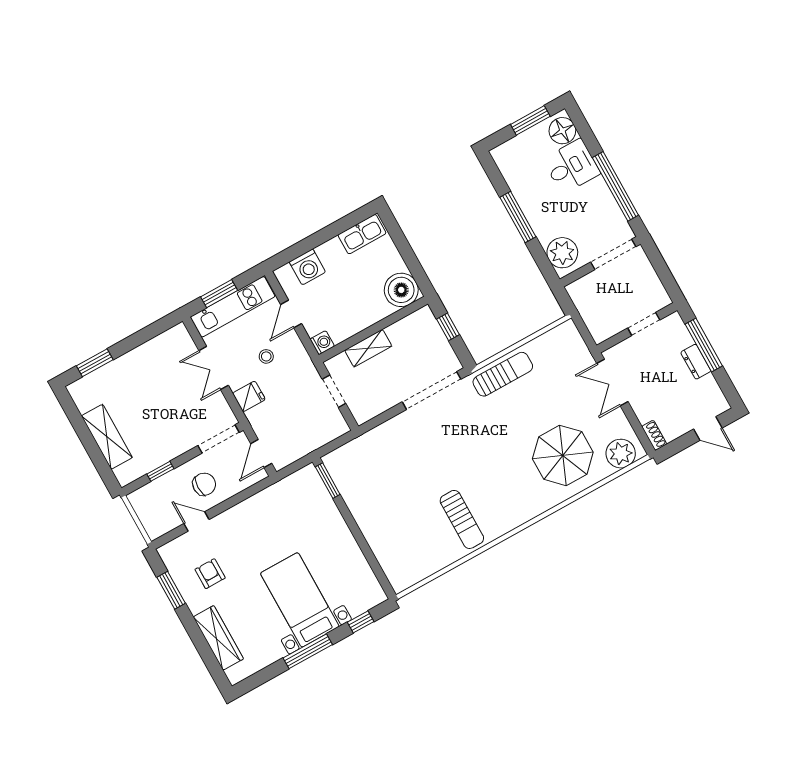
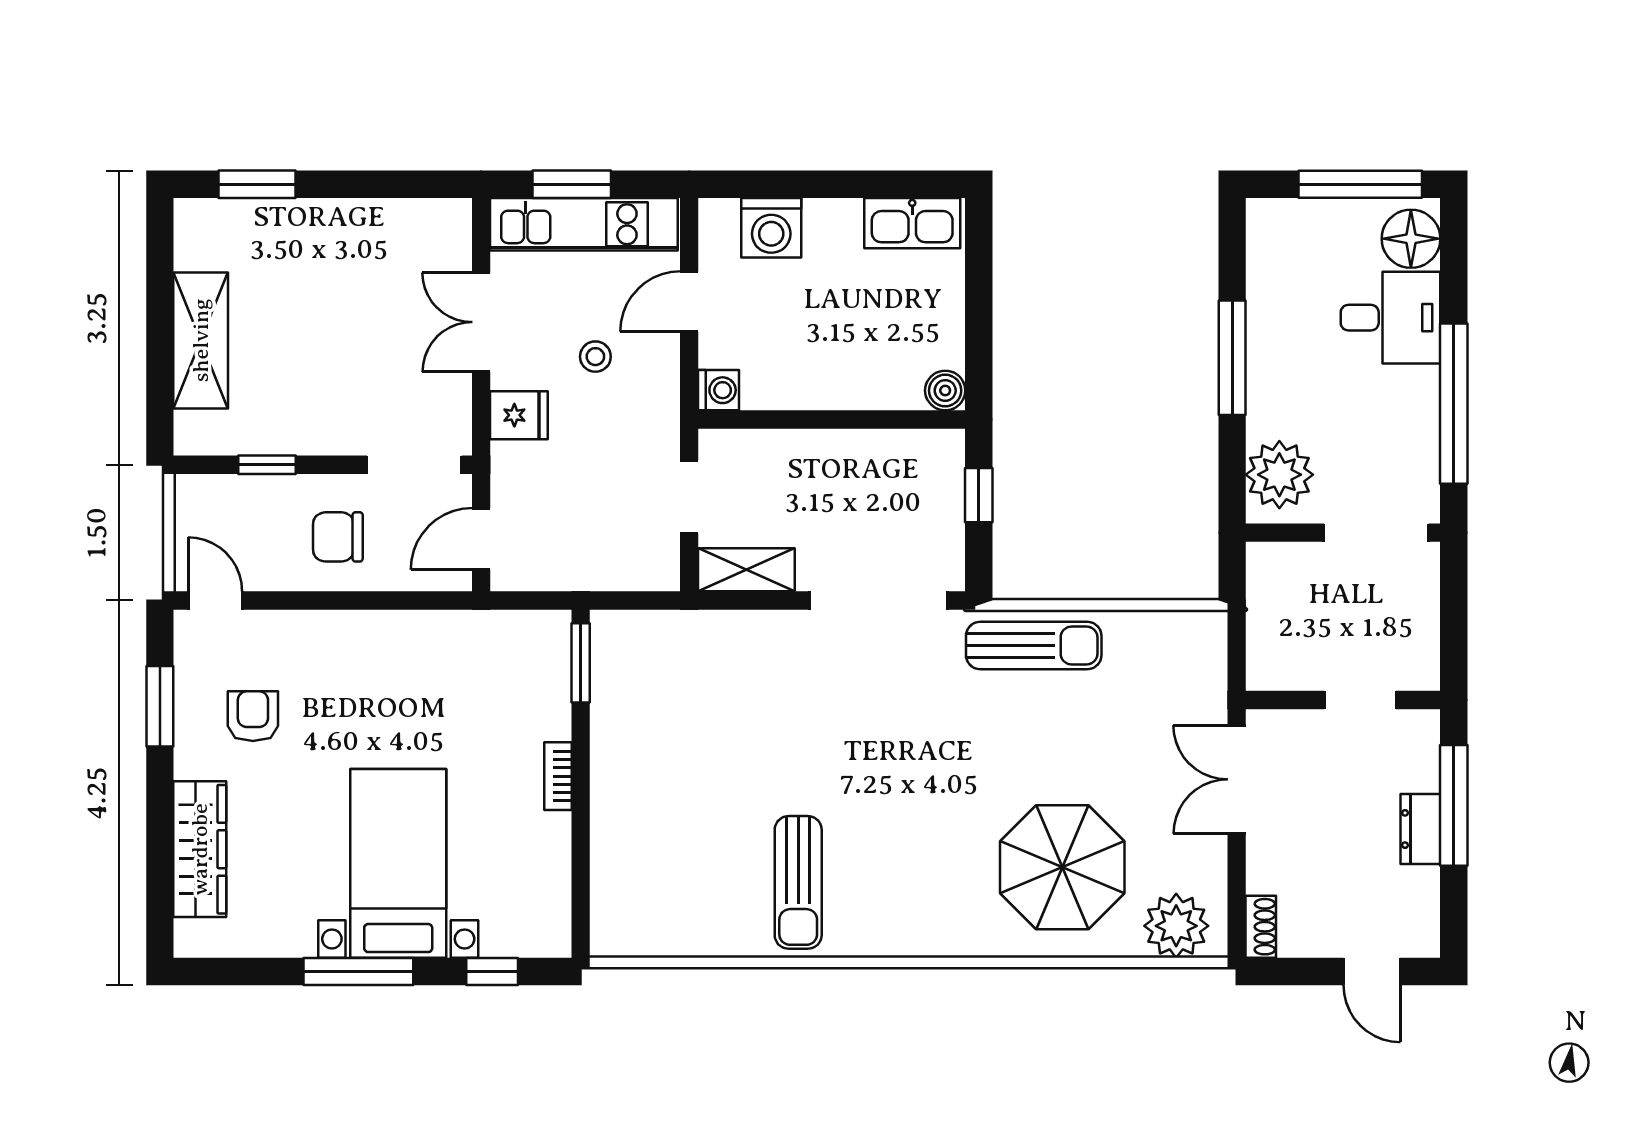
window: (530, 120) -> (1360, 184), width x1.44
boiler: (401, 290) -> (945, 391), width x0.54, depth x0.54
shelving: (368, 348) -> (746, 570), moved
chair: (204, 484) -> (338, 537), turned 180
door: (196, 521) -> (215, 600), moved
bookcase: (344, 530) -> (558, 776), added

